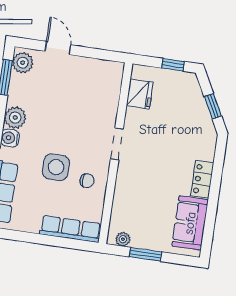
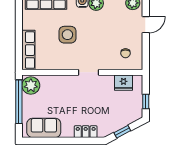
locker: (202, 179) -> (86, 132), moved
chair: (87, 181) -> (125, 53), moved
plant: (123, 239) -> (31, 85), width x1.88, depth x1.88
window: (145, 254) -> (19, 102), width x2.11

